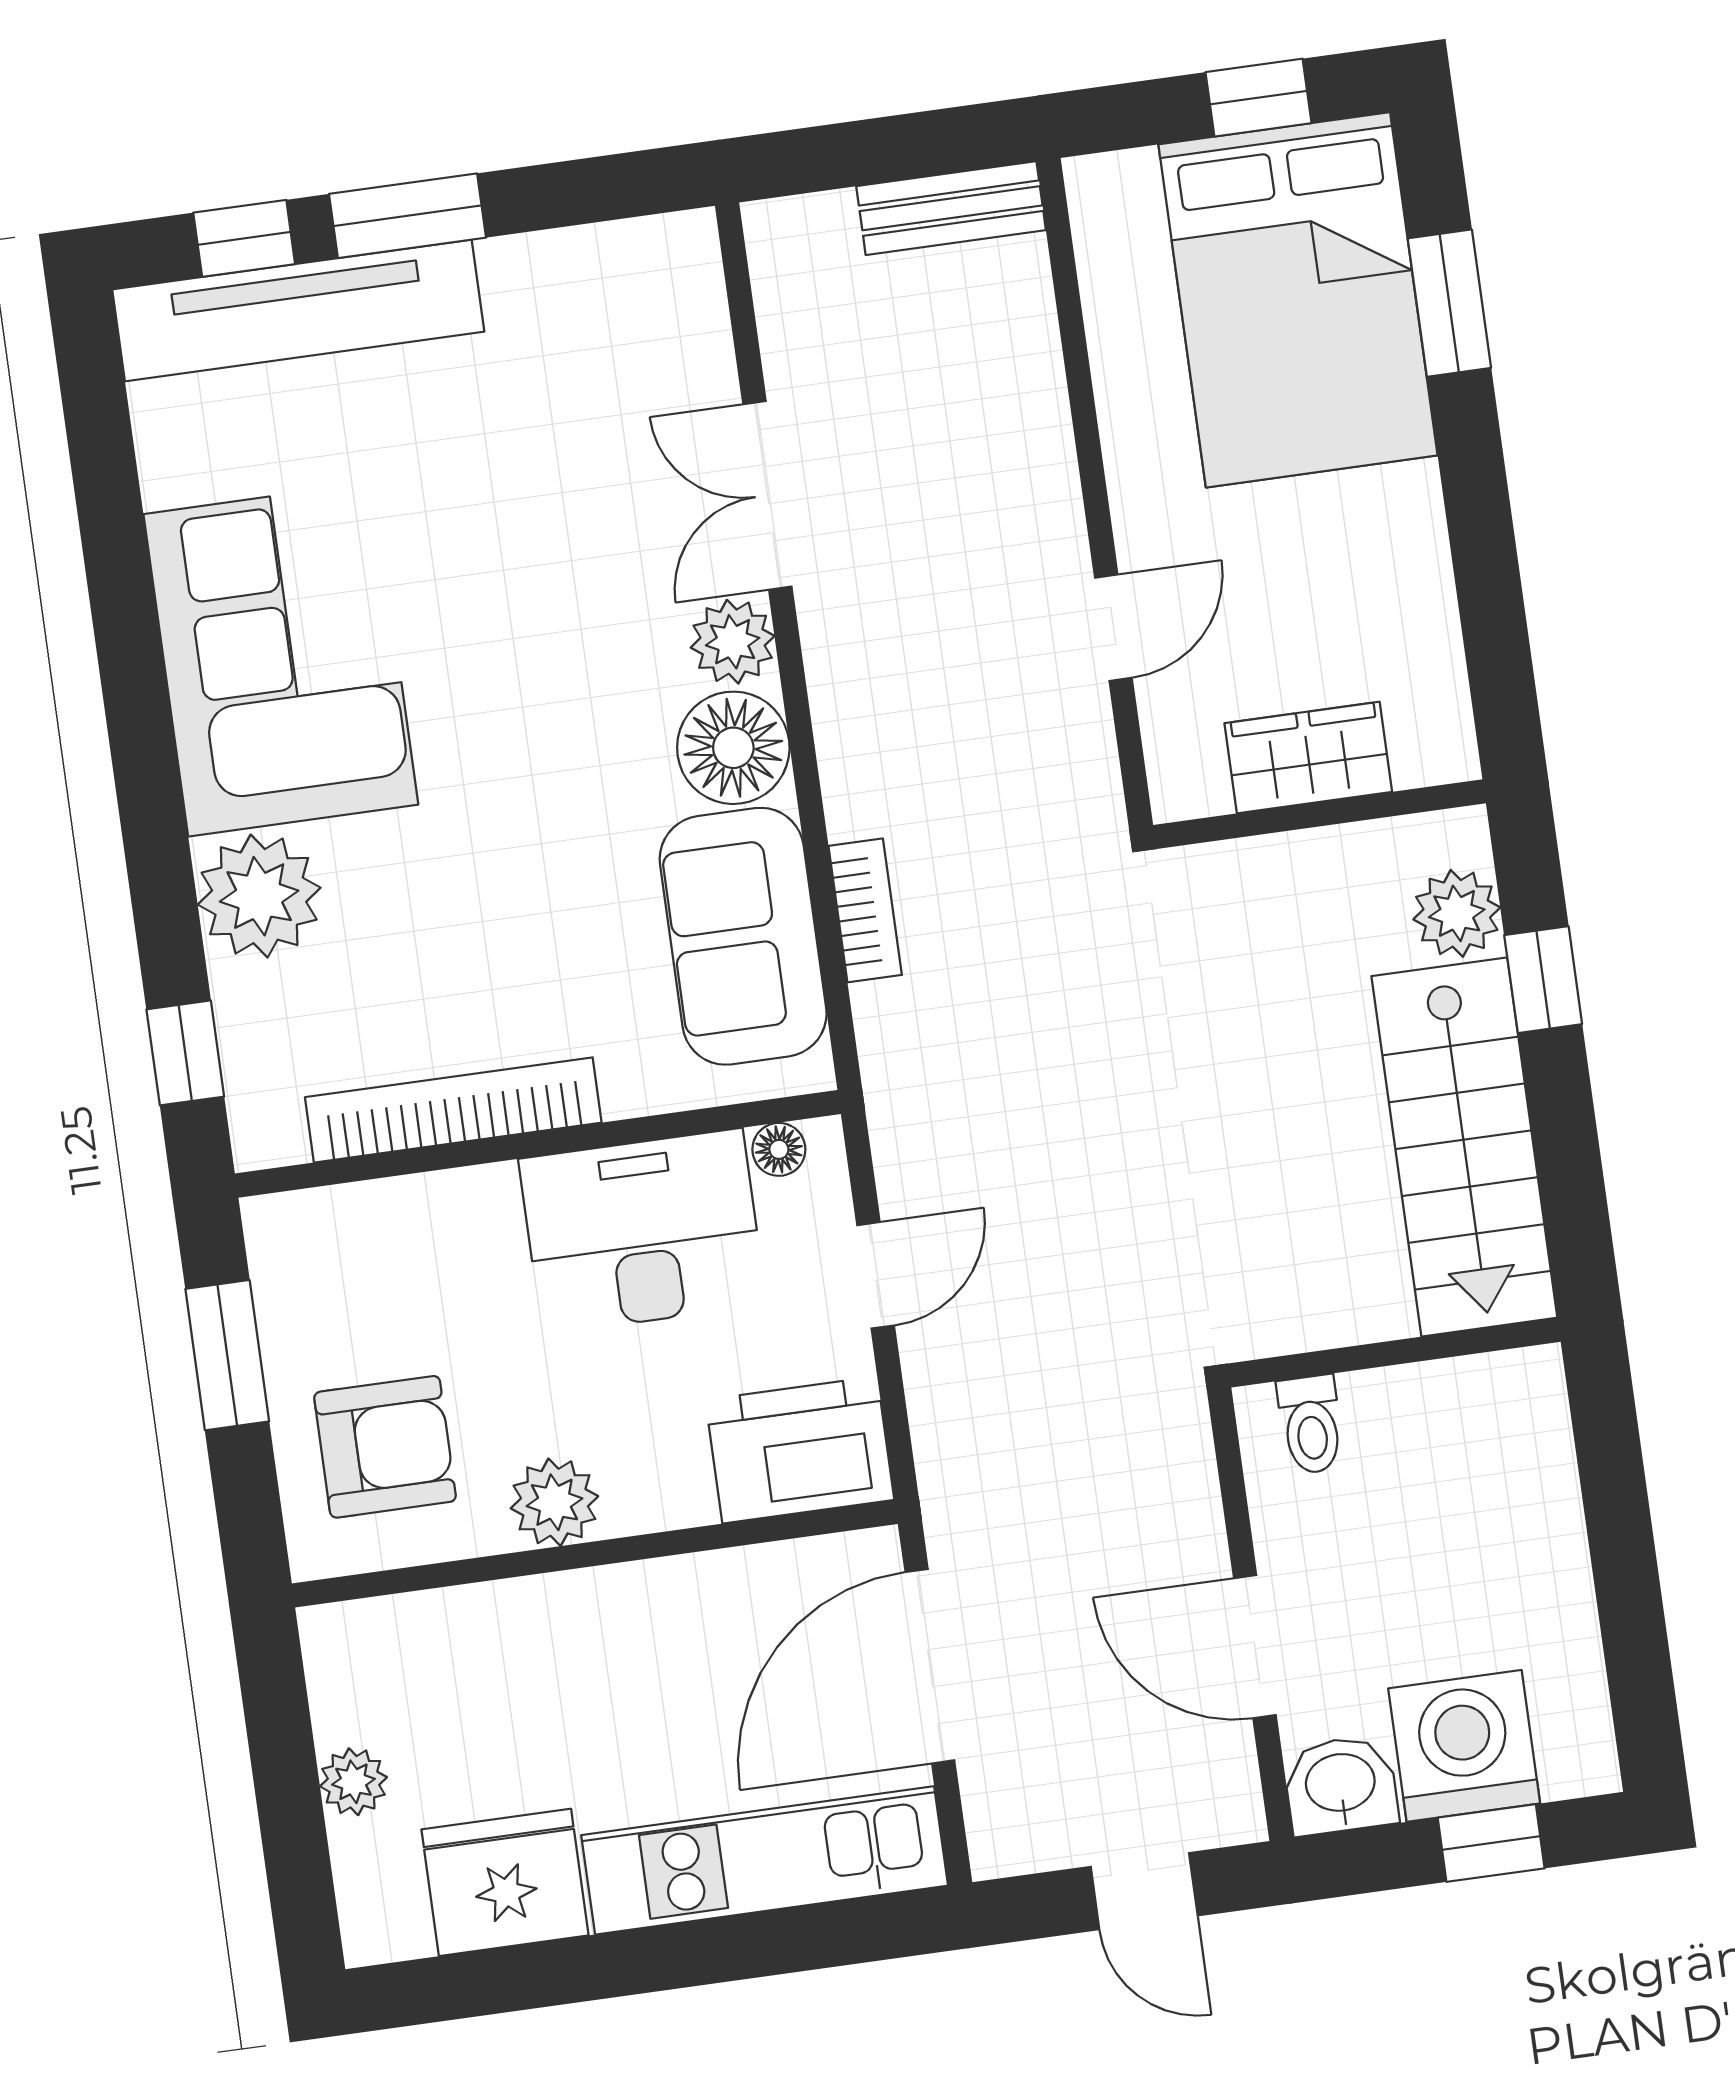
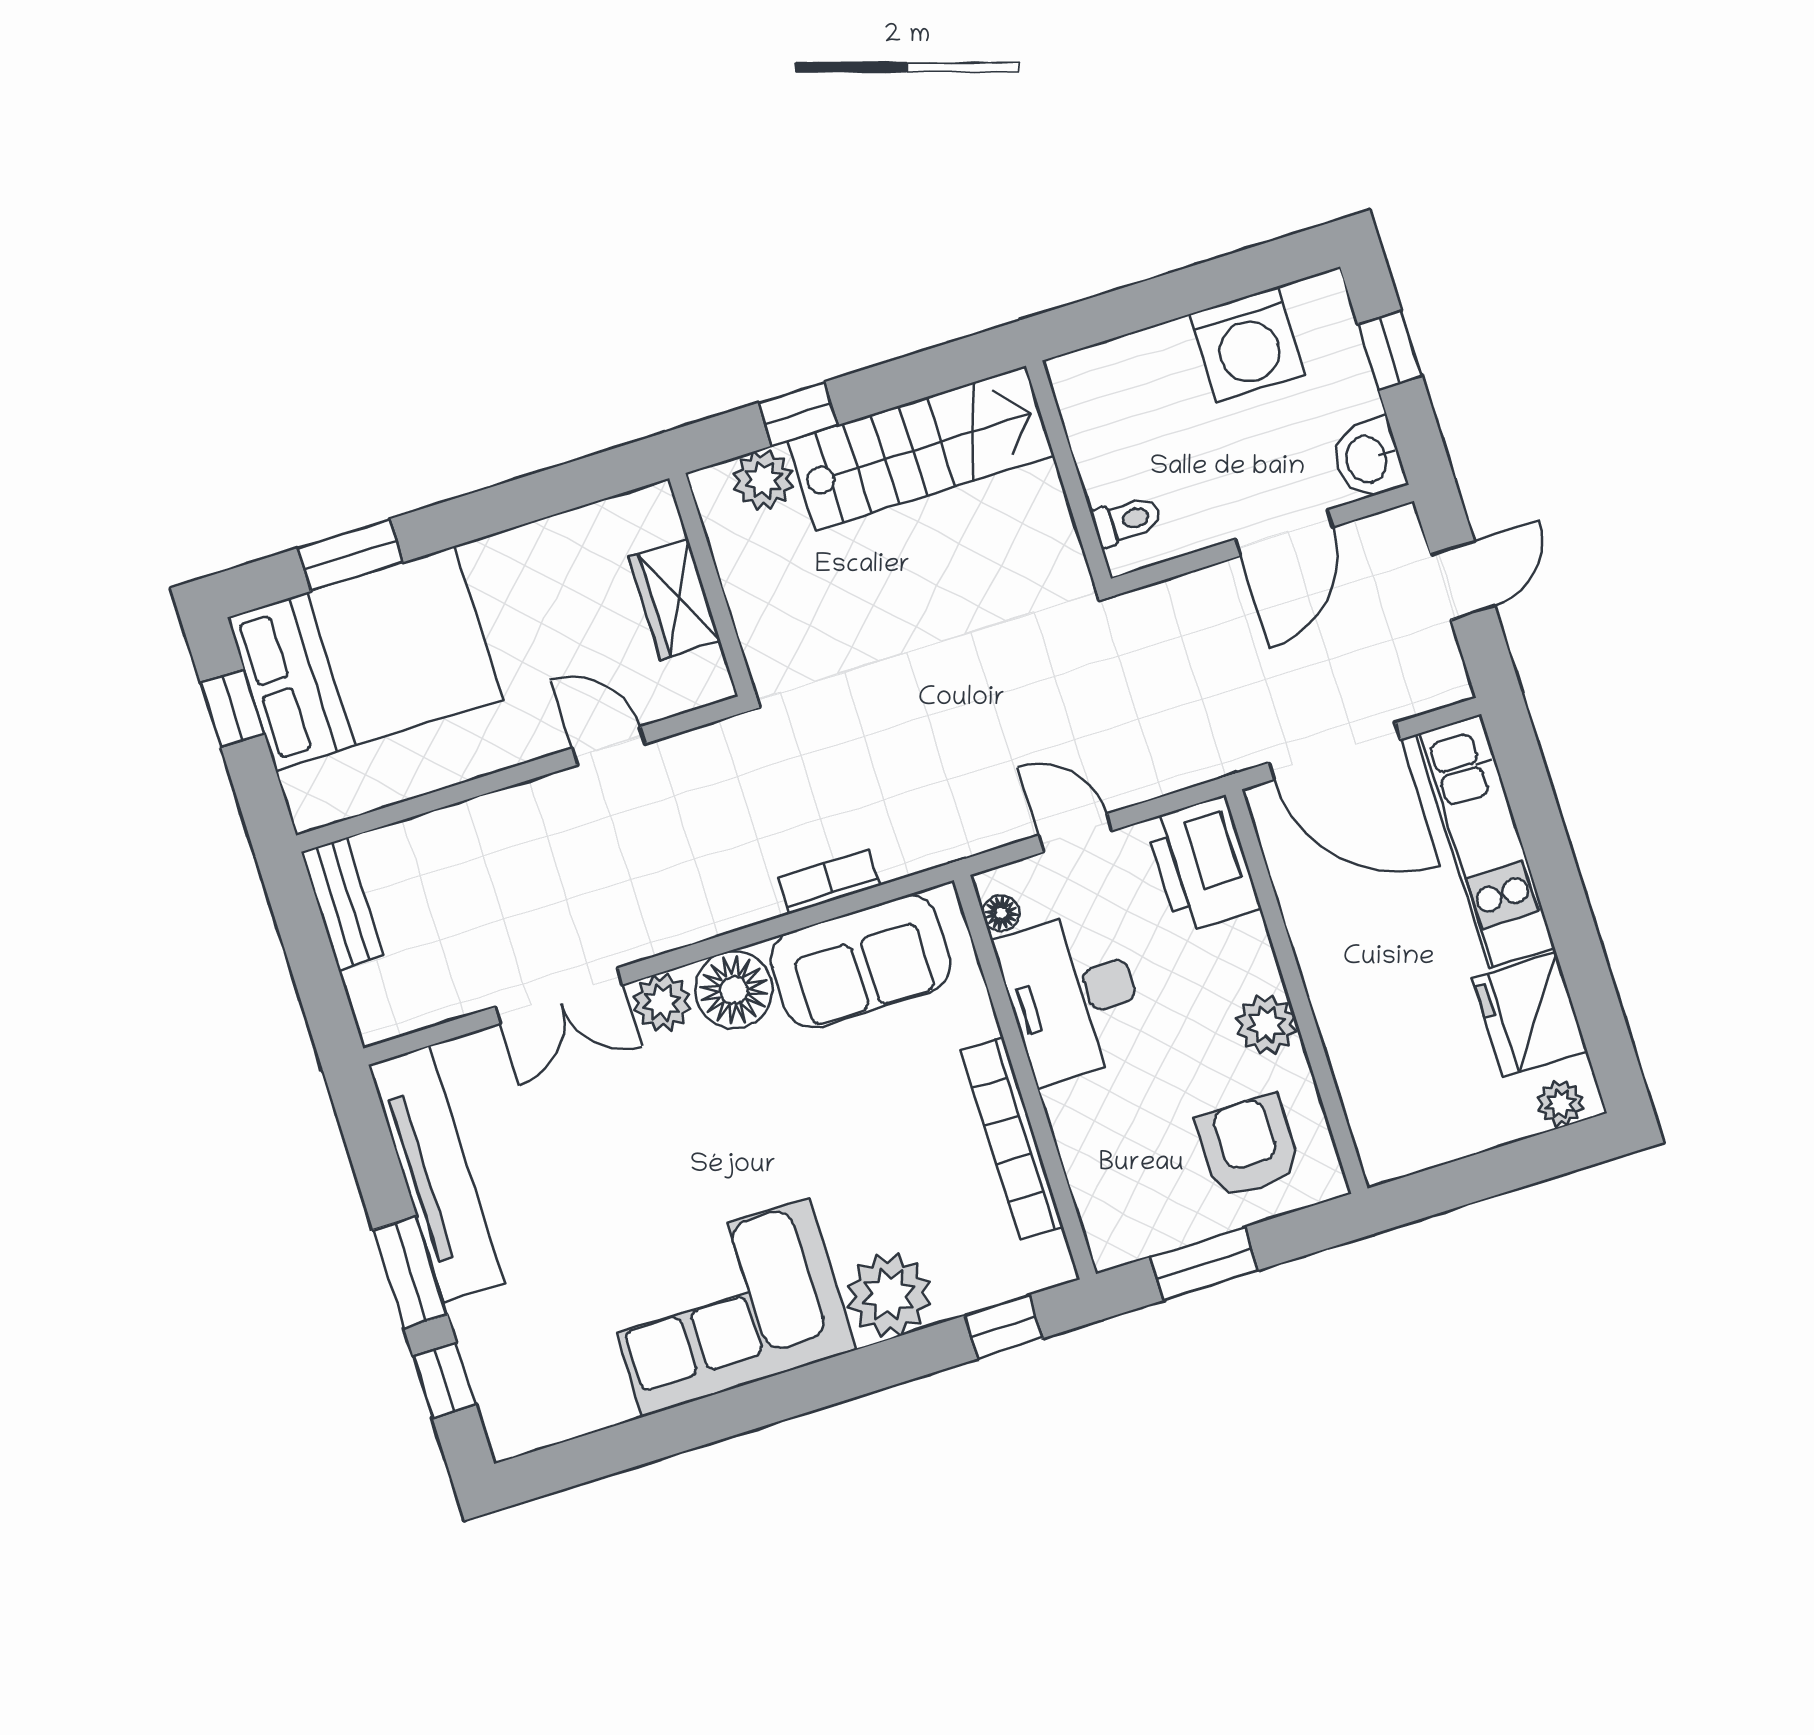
tv unit: (298, 311) -> (436, 1174), moved
washing machine: (1464, 1746) -> (1247, 344), moved, turned -90
plant: (353, 1782) -> (1561, 1103), moved

